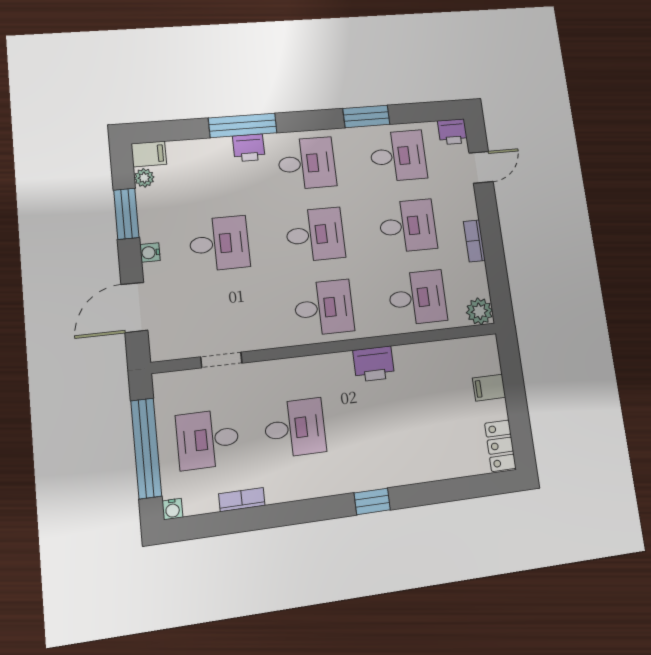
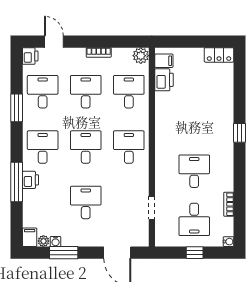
water cooler: (150, 253) -> (55, 241), moved
printer: (374, 364) -> (164, 80), moved
filing cabinet: (489, 388) -> (164, 61), moved, turned -90
window: (146, 448) -> (195, 253), width x0.32

